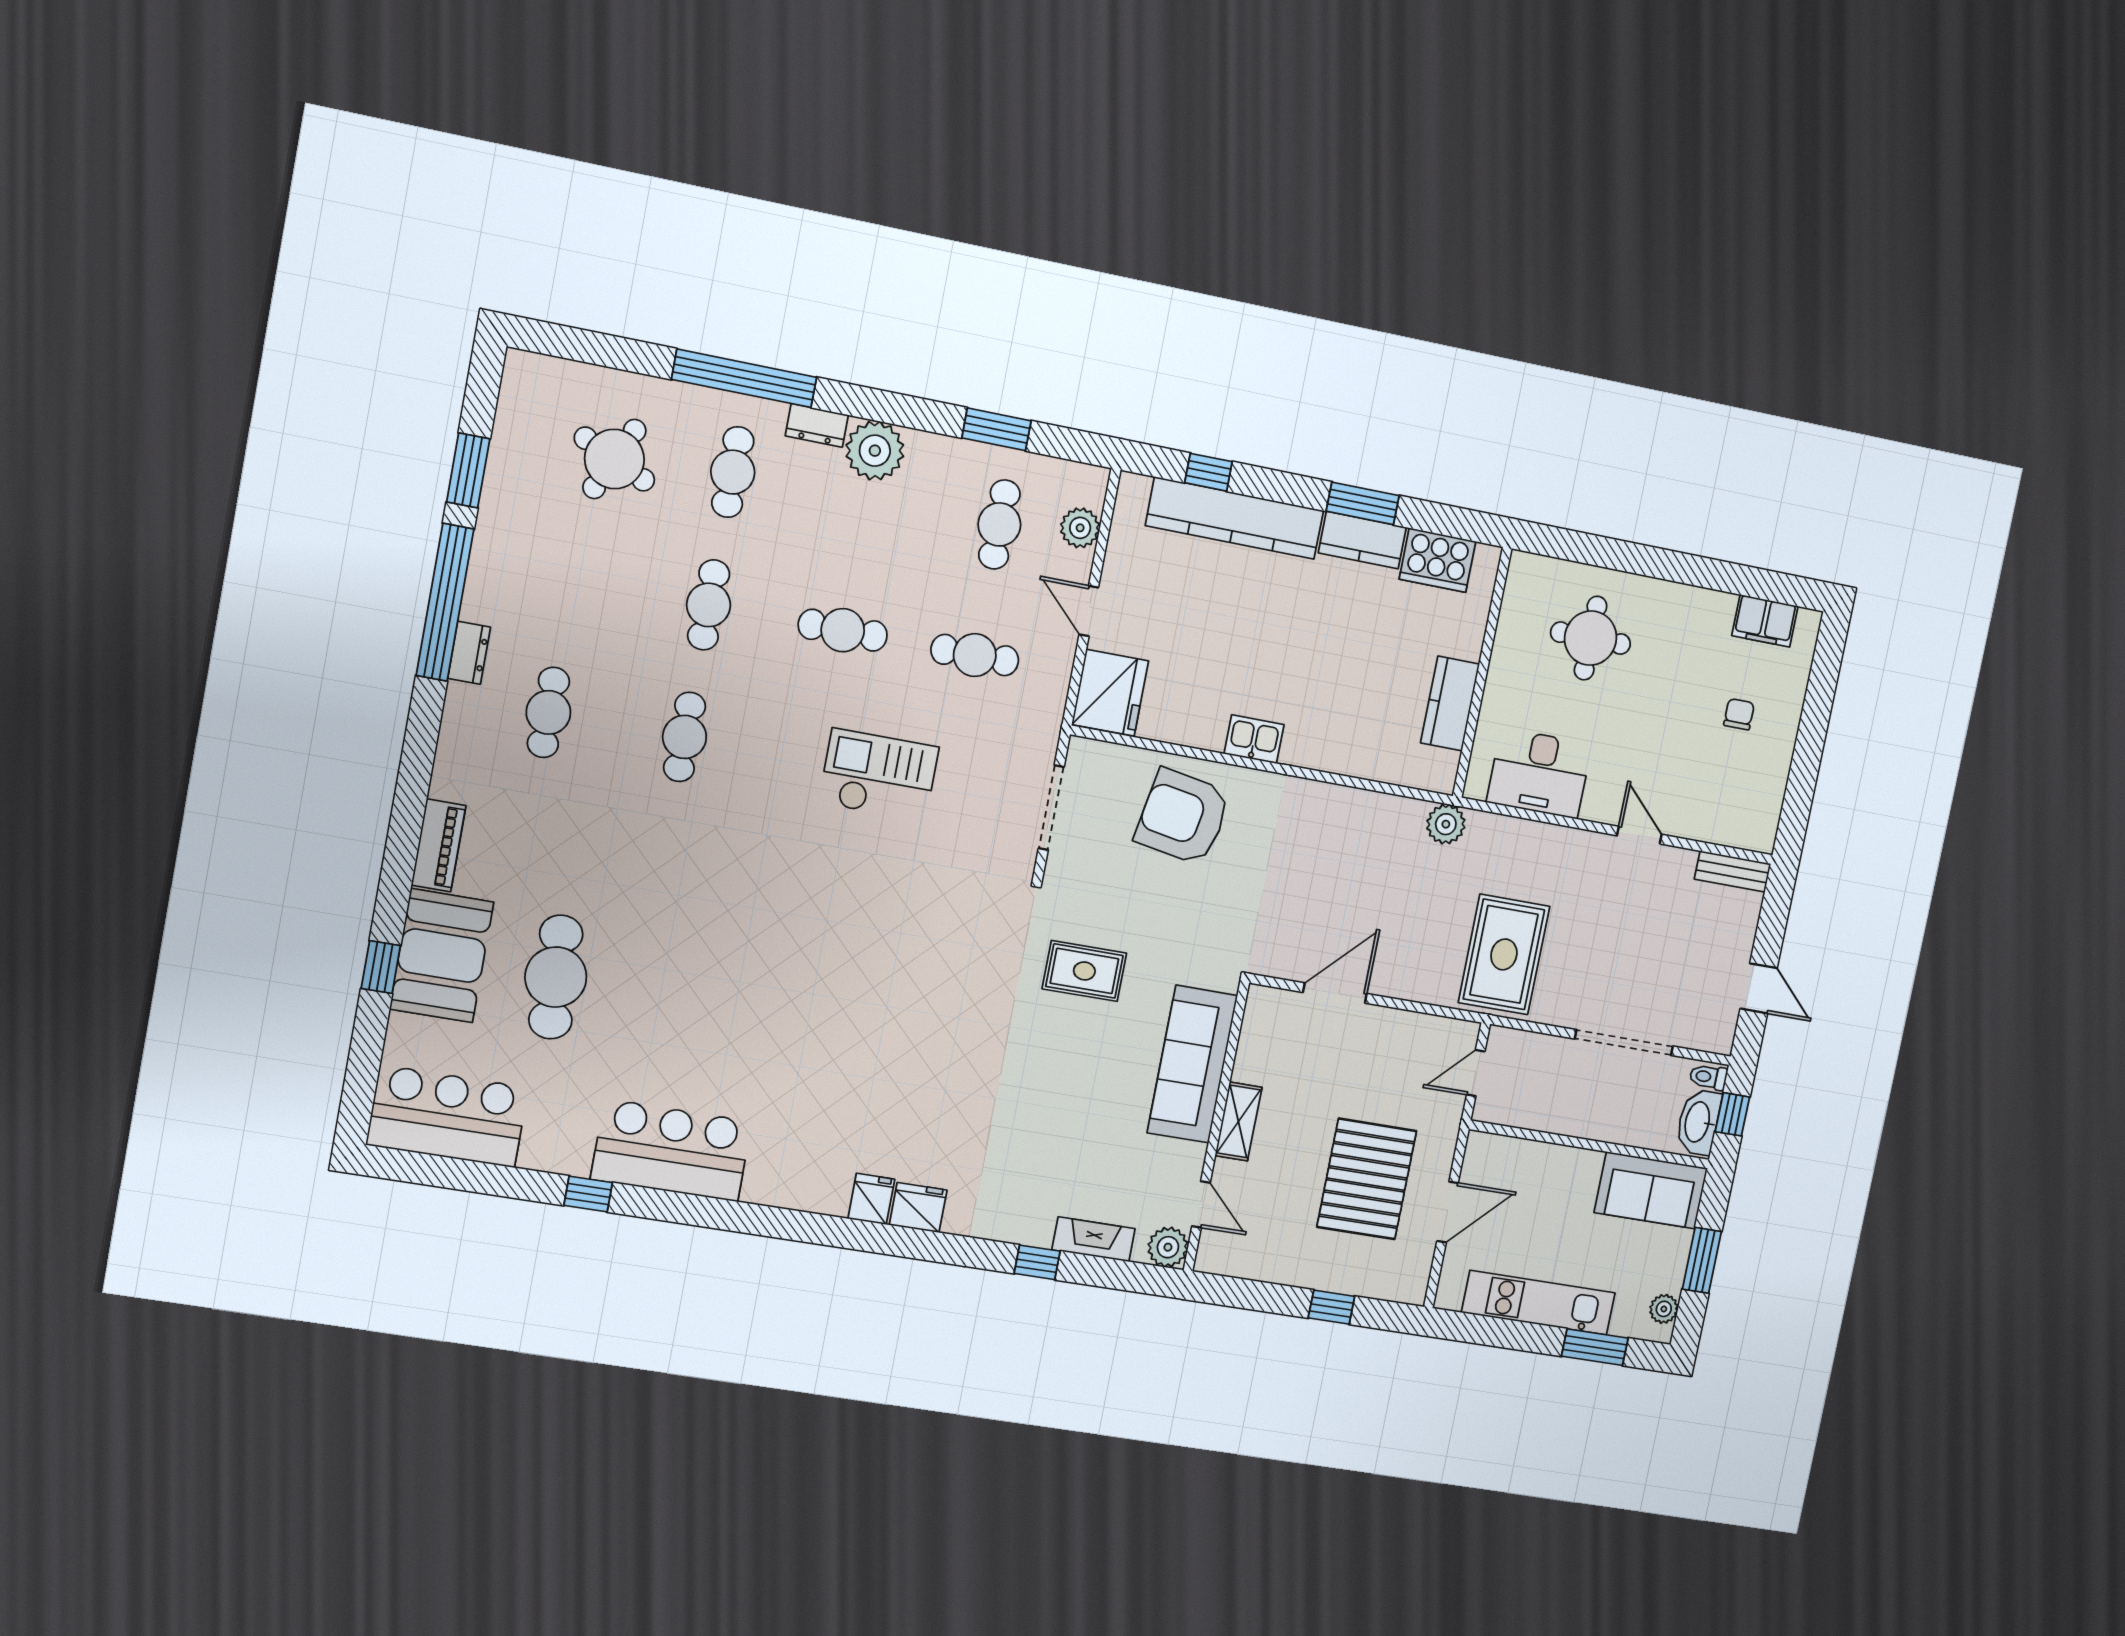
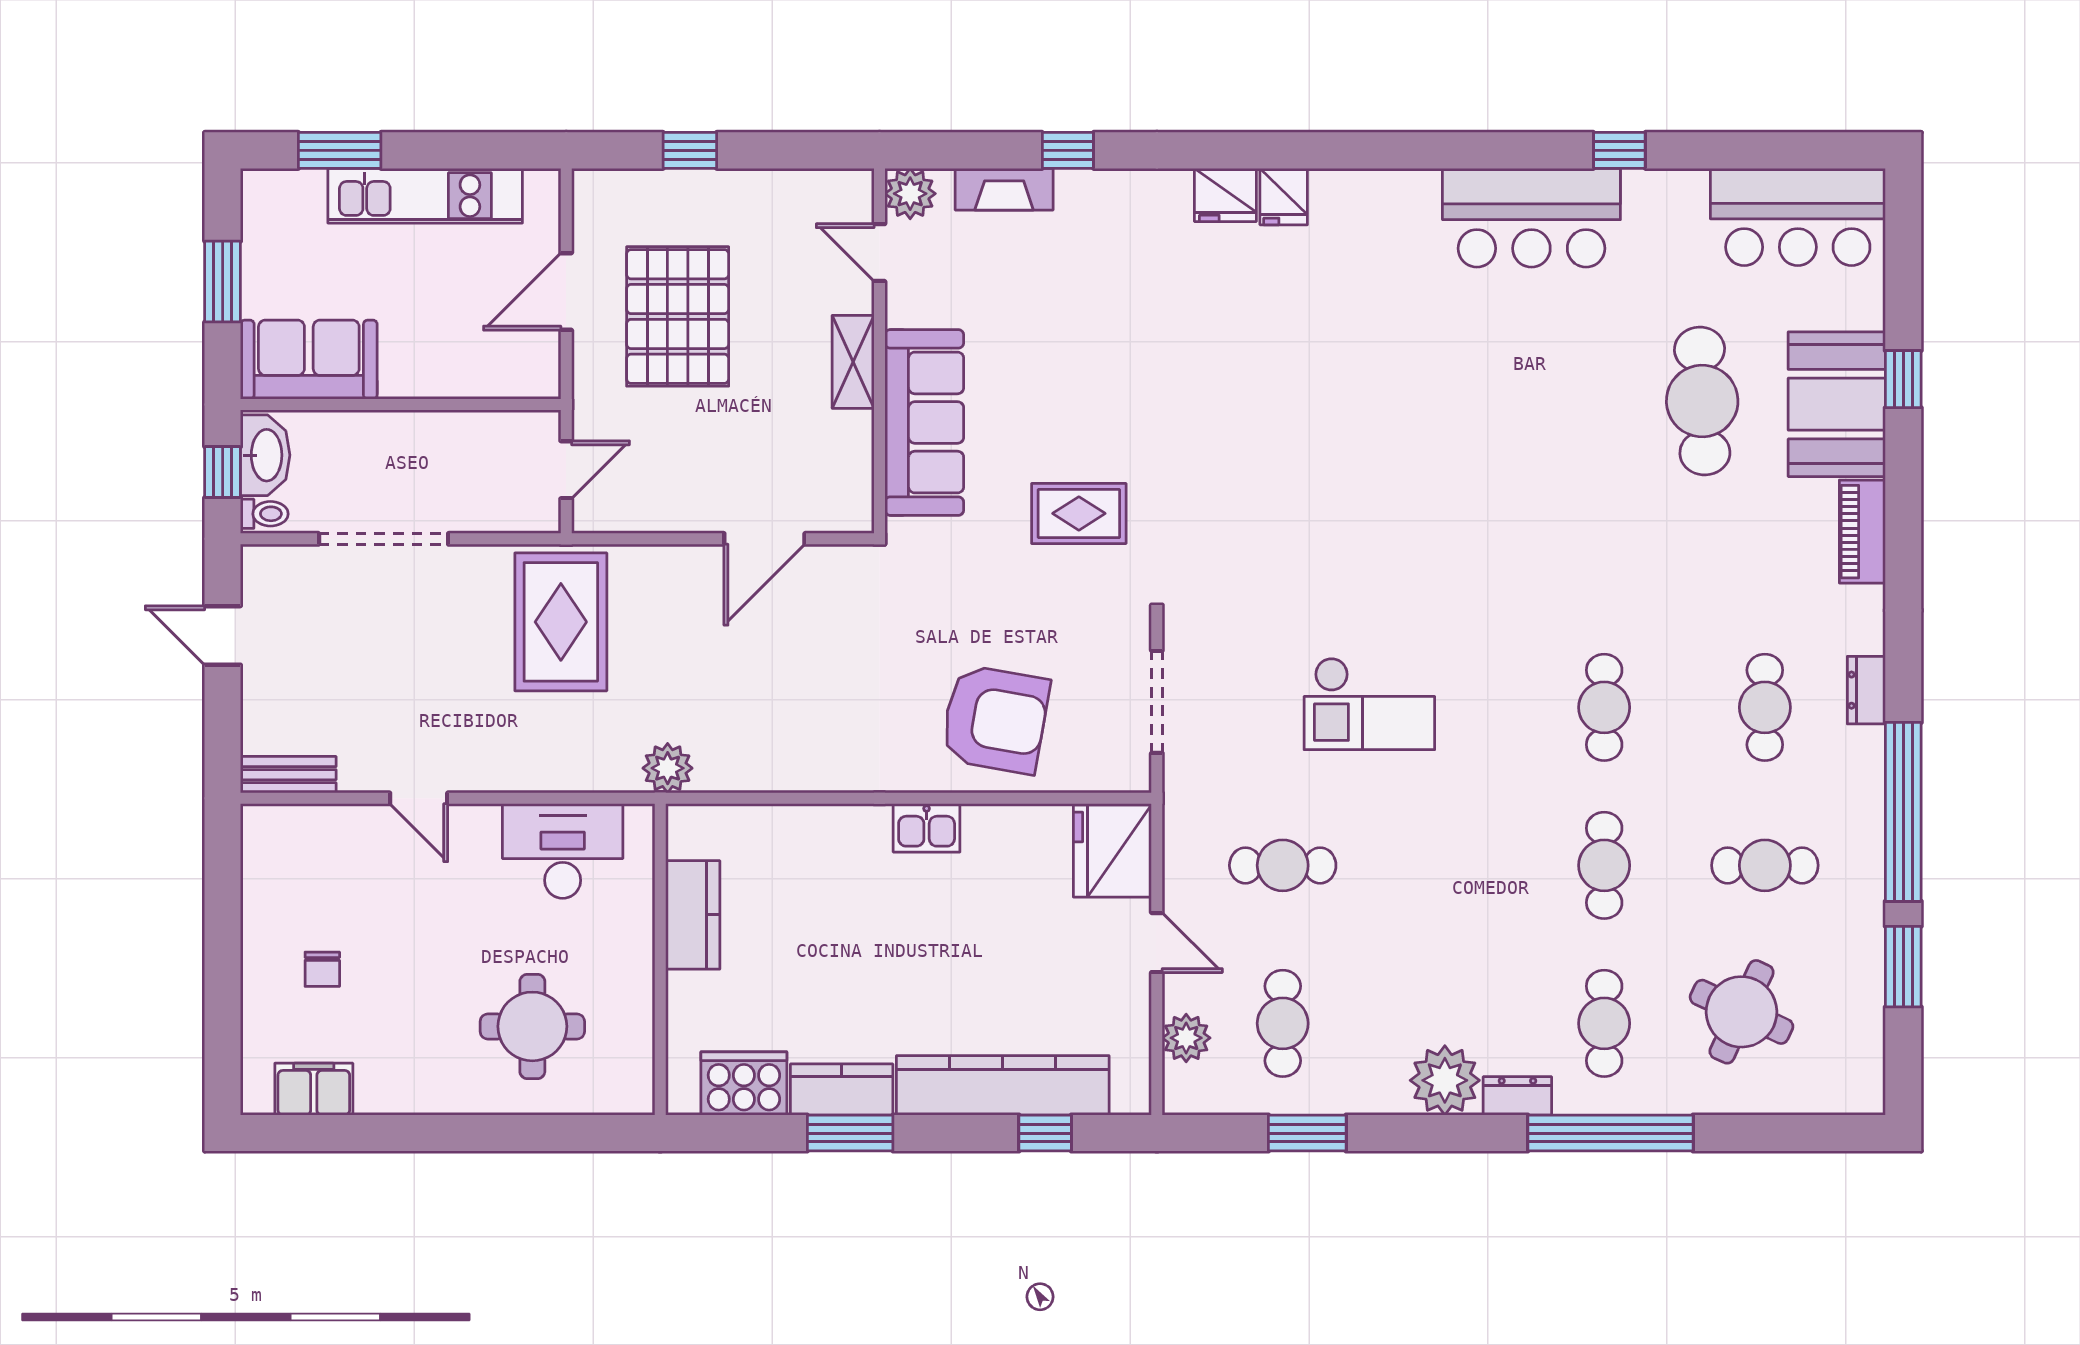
cafe table: (843, 630) -> (1765, 865), moved
dresser: (469, 653) -> (1866, 690), moved
plant: (1664, 1309) -> (259, 212), removed

